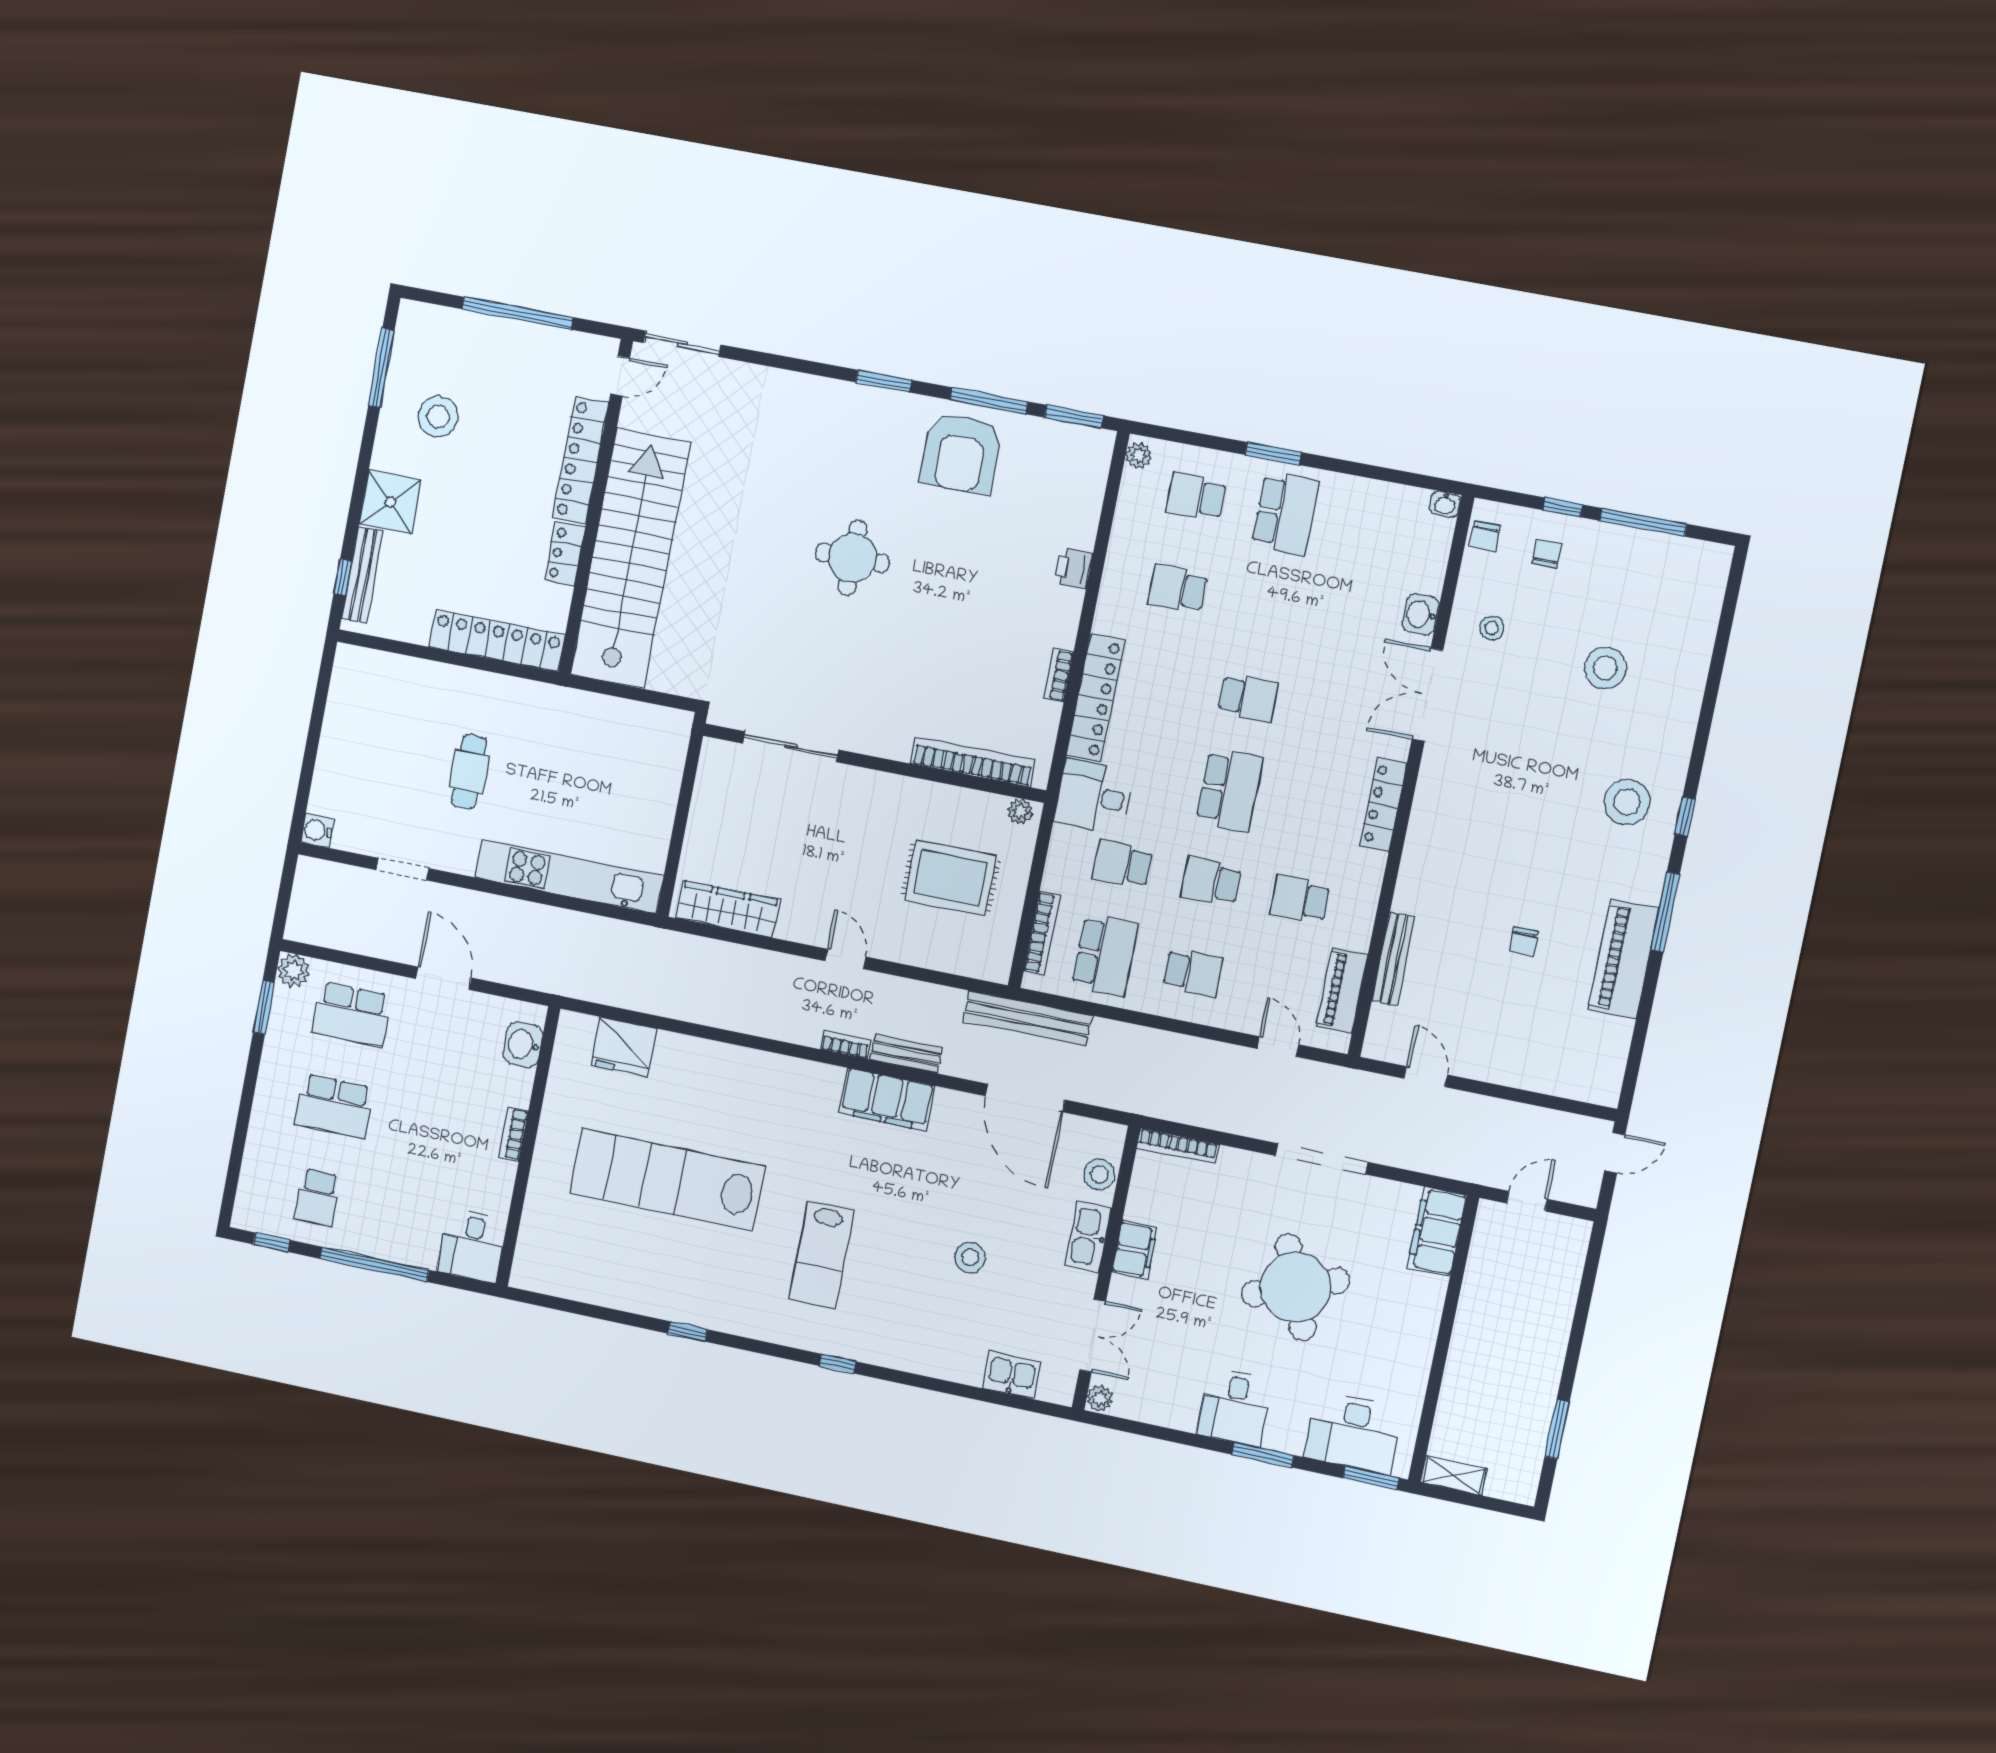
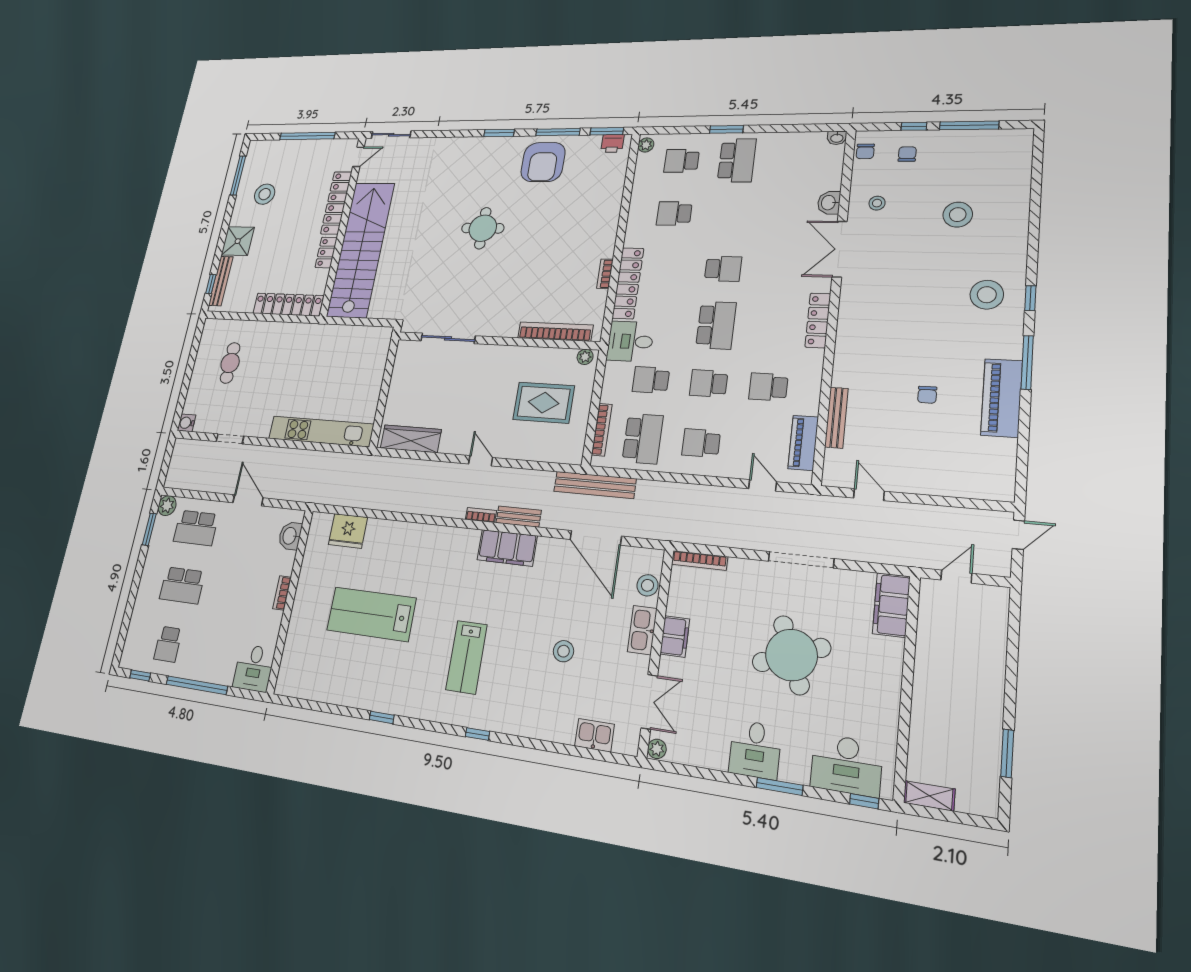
printer: (1073, 568) -> (612, 143), moved, turned -90
cafe table: (469, 772) -> (230, 363), moved
school desk: (1193, 973) -> (701, 443), turned 180
lab bench: (667, 1179) -> (371, 614), width x0.73
window: (1371, 1478) -> (864, 801), width x0.67

